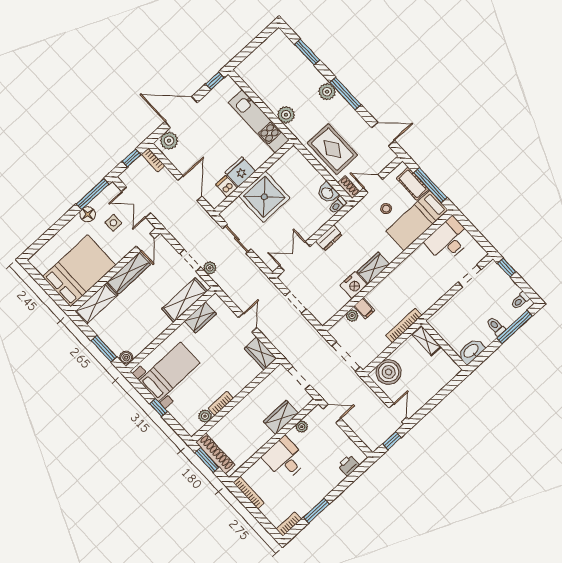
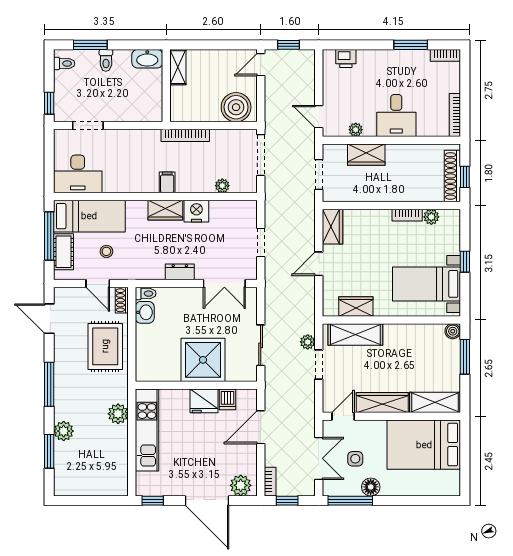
plant: (327, 92) -> (64, 431), moved
filing cabinet: (364, 308) -> (167, 182), moved
window: (515, 327) -> (90, 45), width x0.69
shelving: (426, 341) -> (178, 67), moved
window: (207, 460) -> (465, 177), width x0.67

